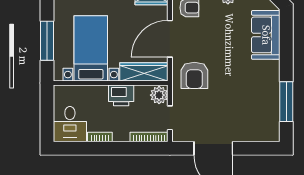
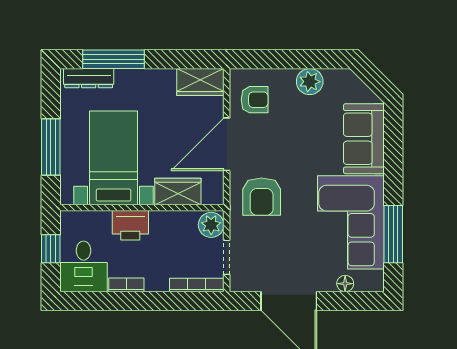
wardrobe: (144, 72) -> (178, 192), width x0.67
corner sofa: (257, 93) -> (351, 222), added
printer: (121, 95) -> (130, 225), moved
window: (47, 112) -> (51, 249), added
floor lamp: (253, 136) -> (345, 284), added

